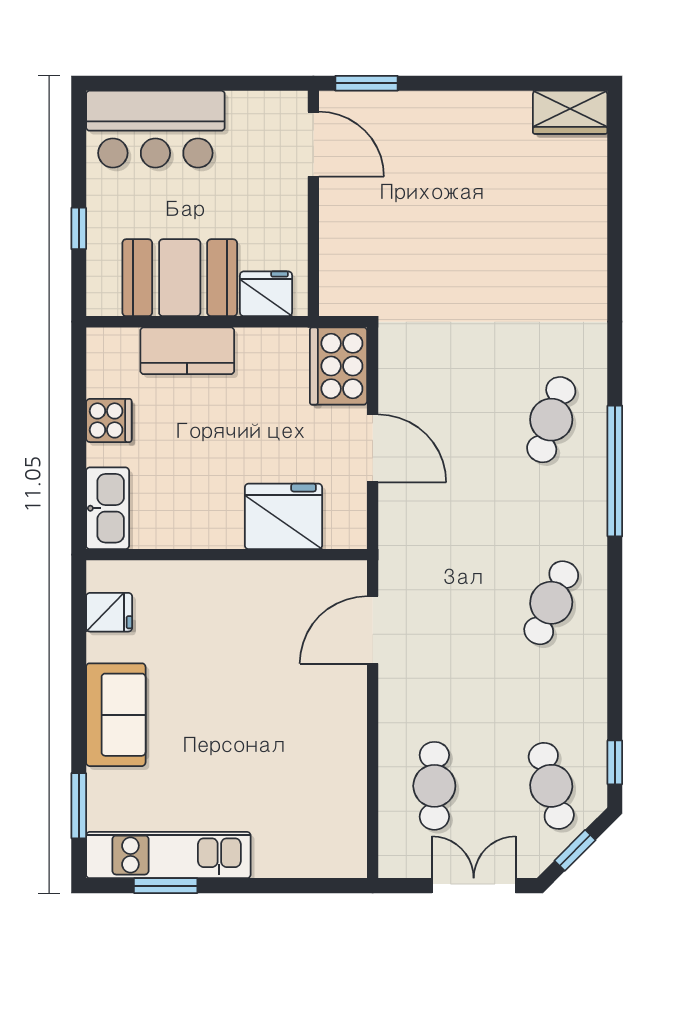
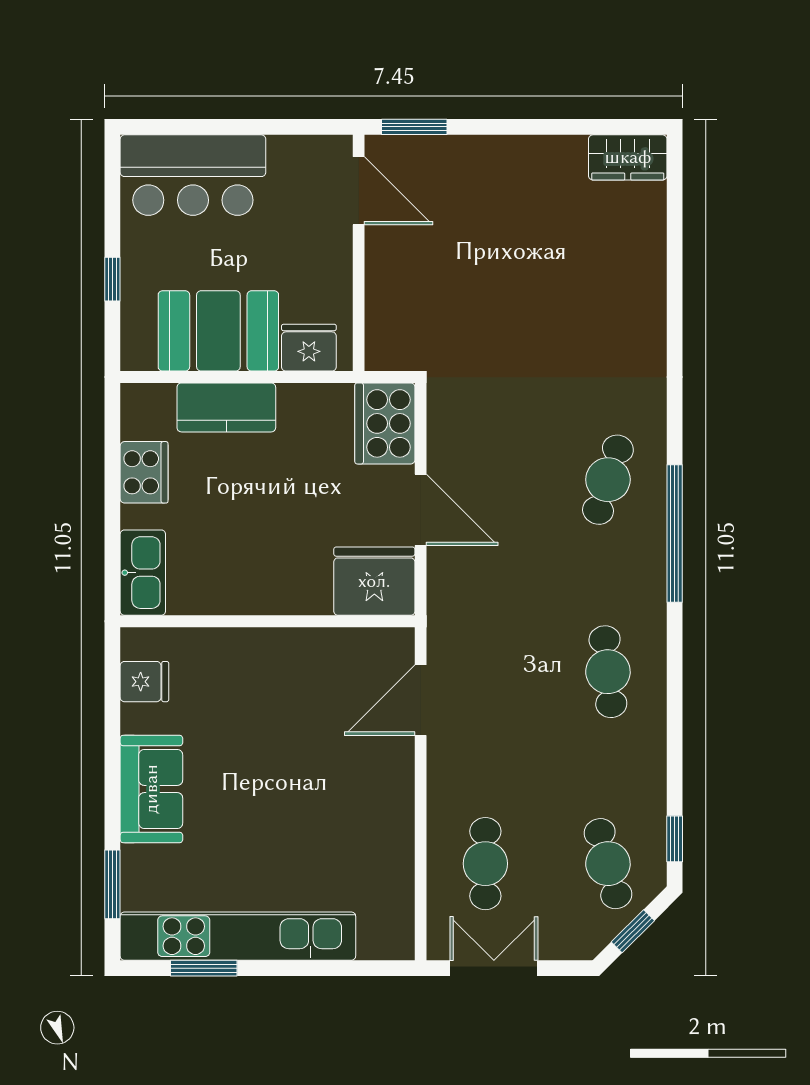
cooker: (109, 420) -> (144, 472), width x1.36
fridge: (283, 516) -> (374, 581), moved
cafe table: (551, 603) -> (608, 672), turned -30
kitchen unit: (168, 855) -> (238, 936), width x1.36
double door: (474, 886) -> (494, 968), moved

